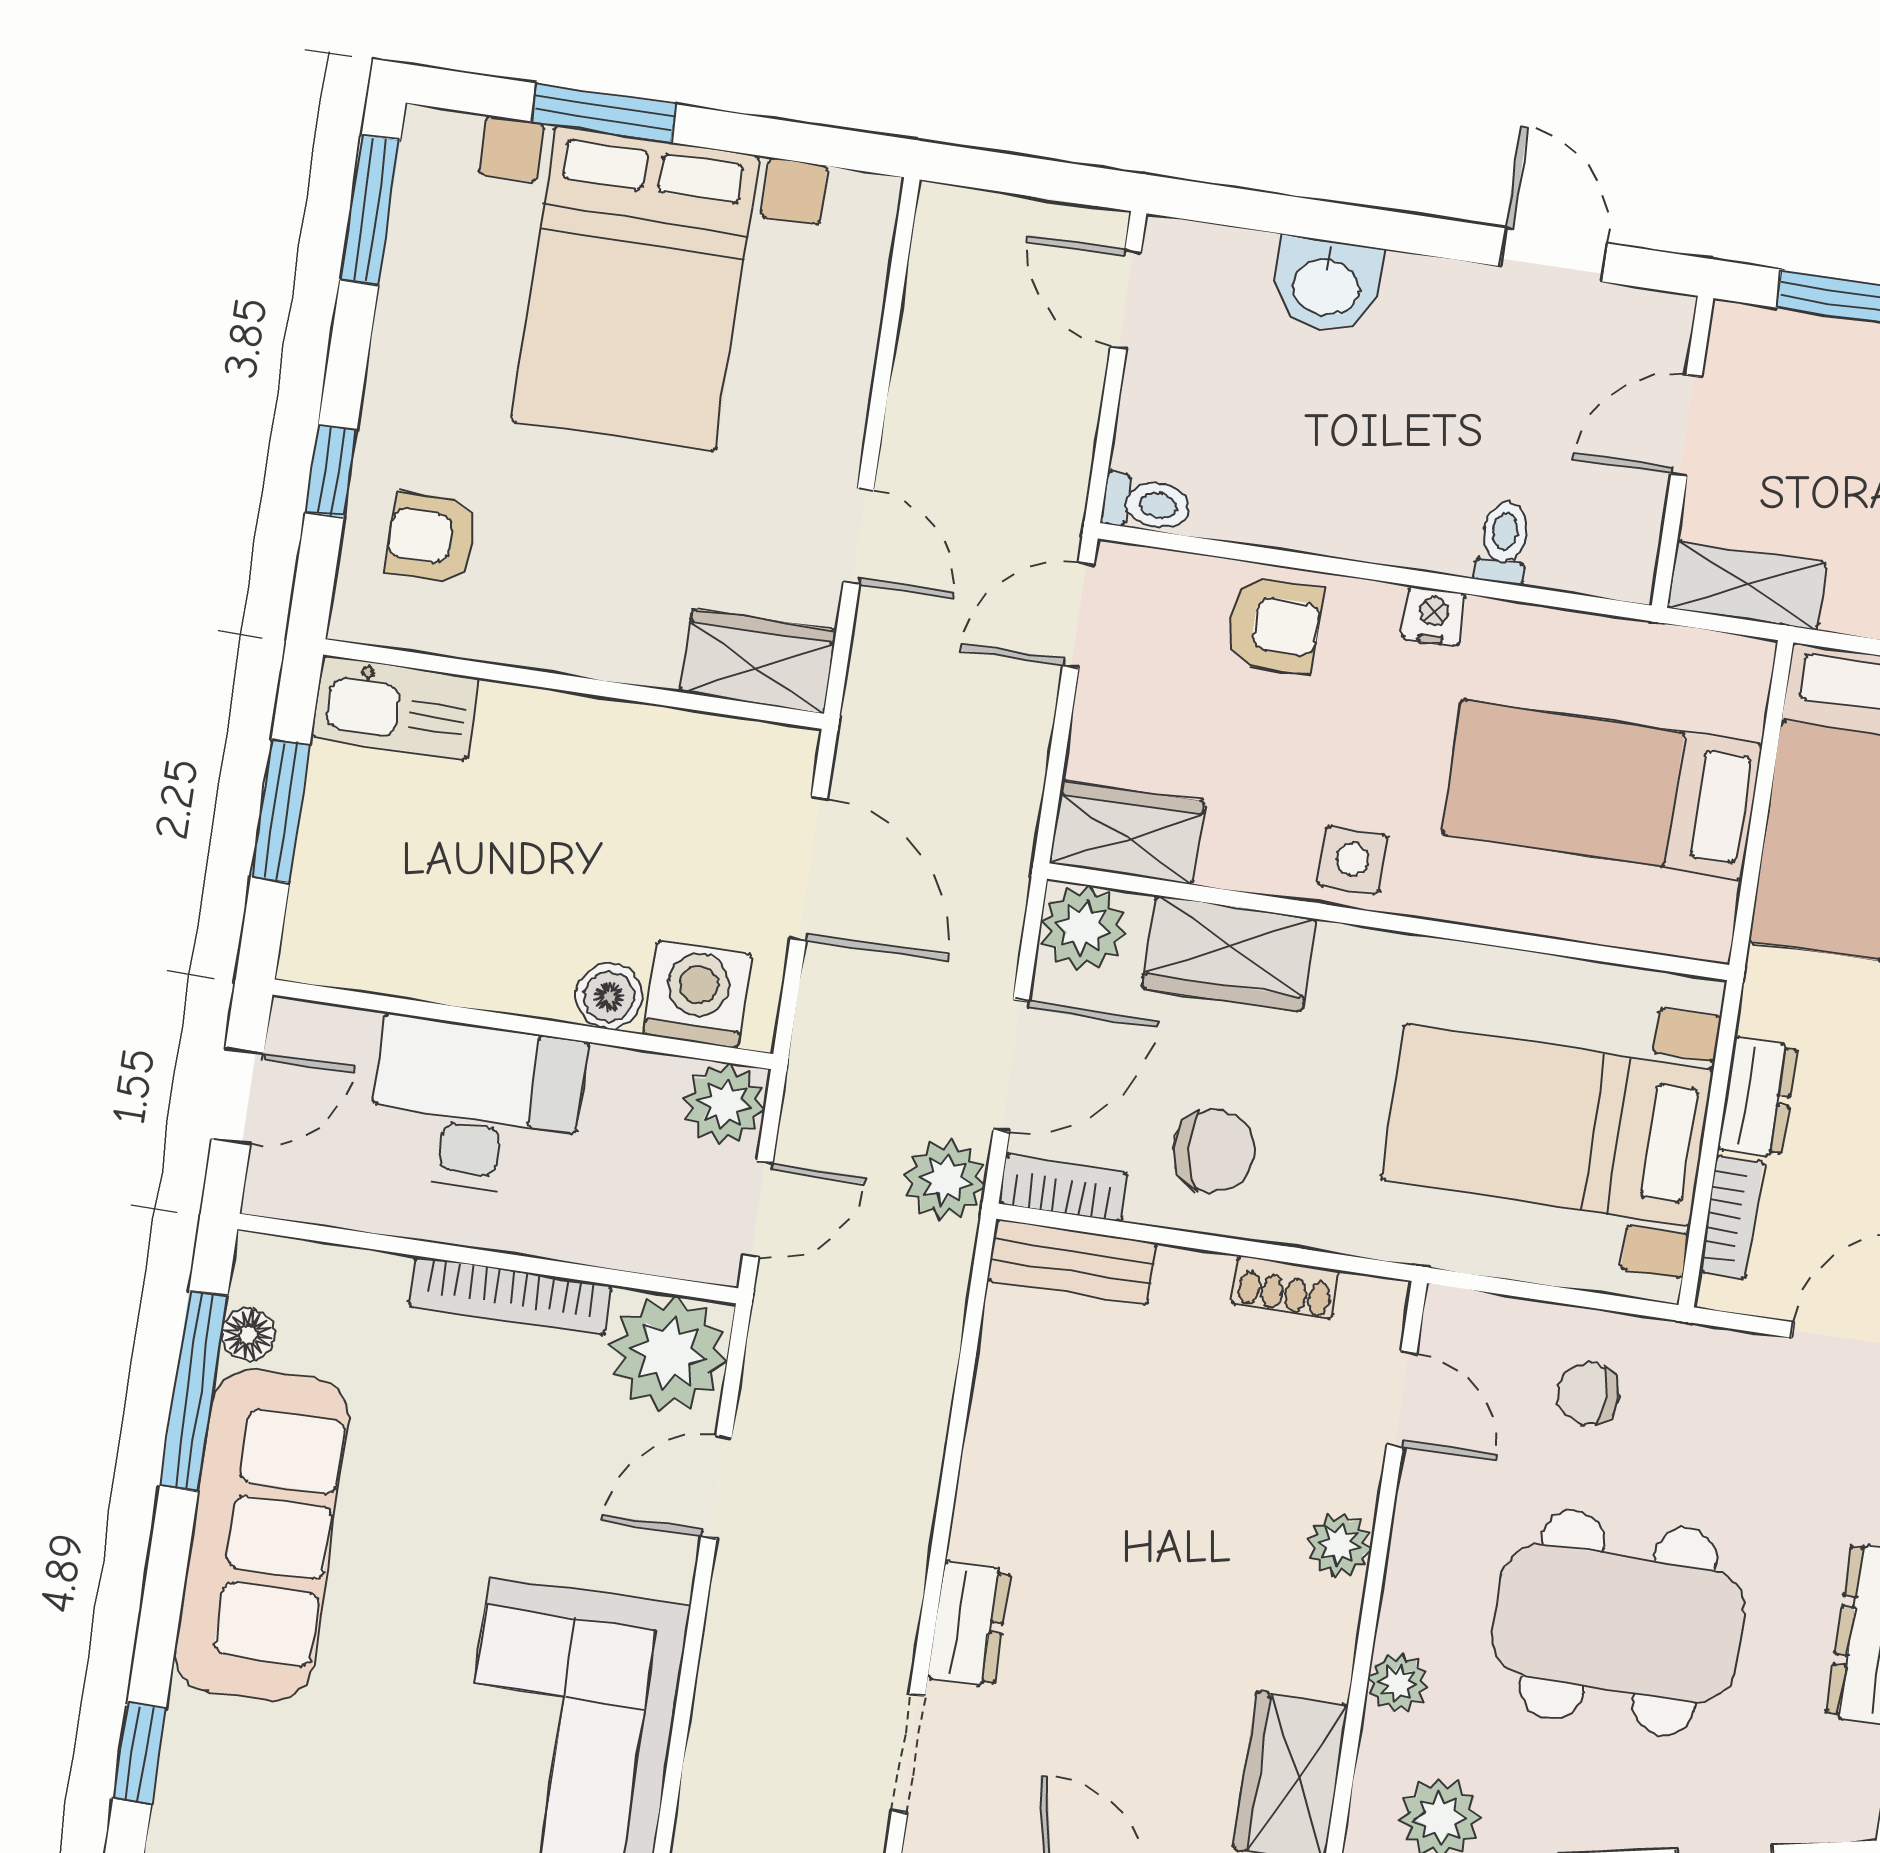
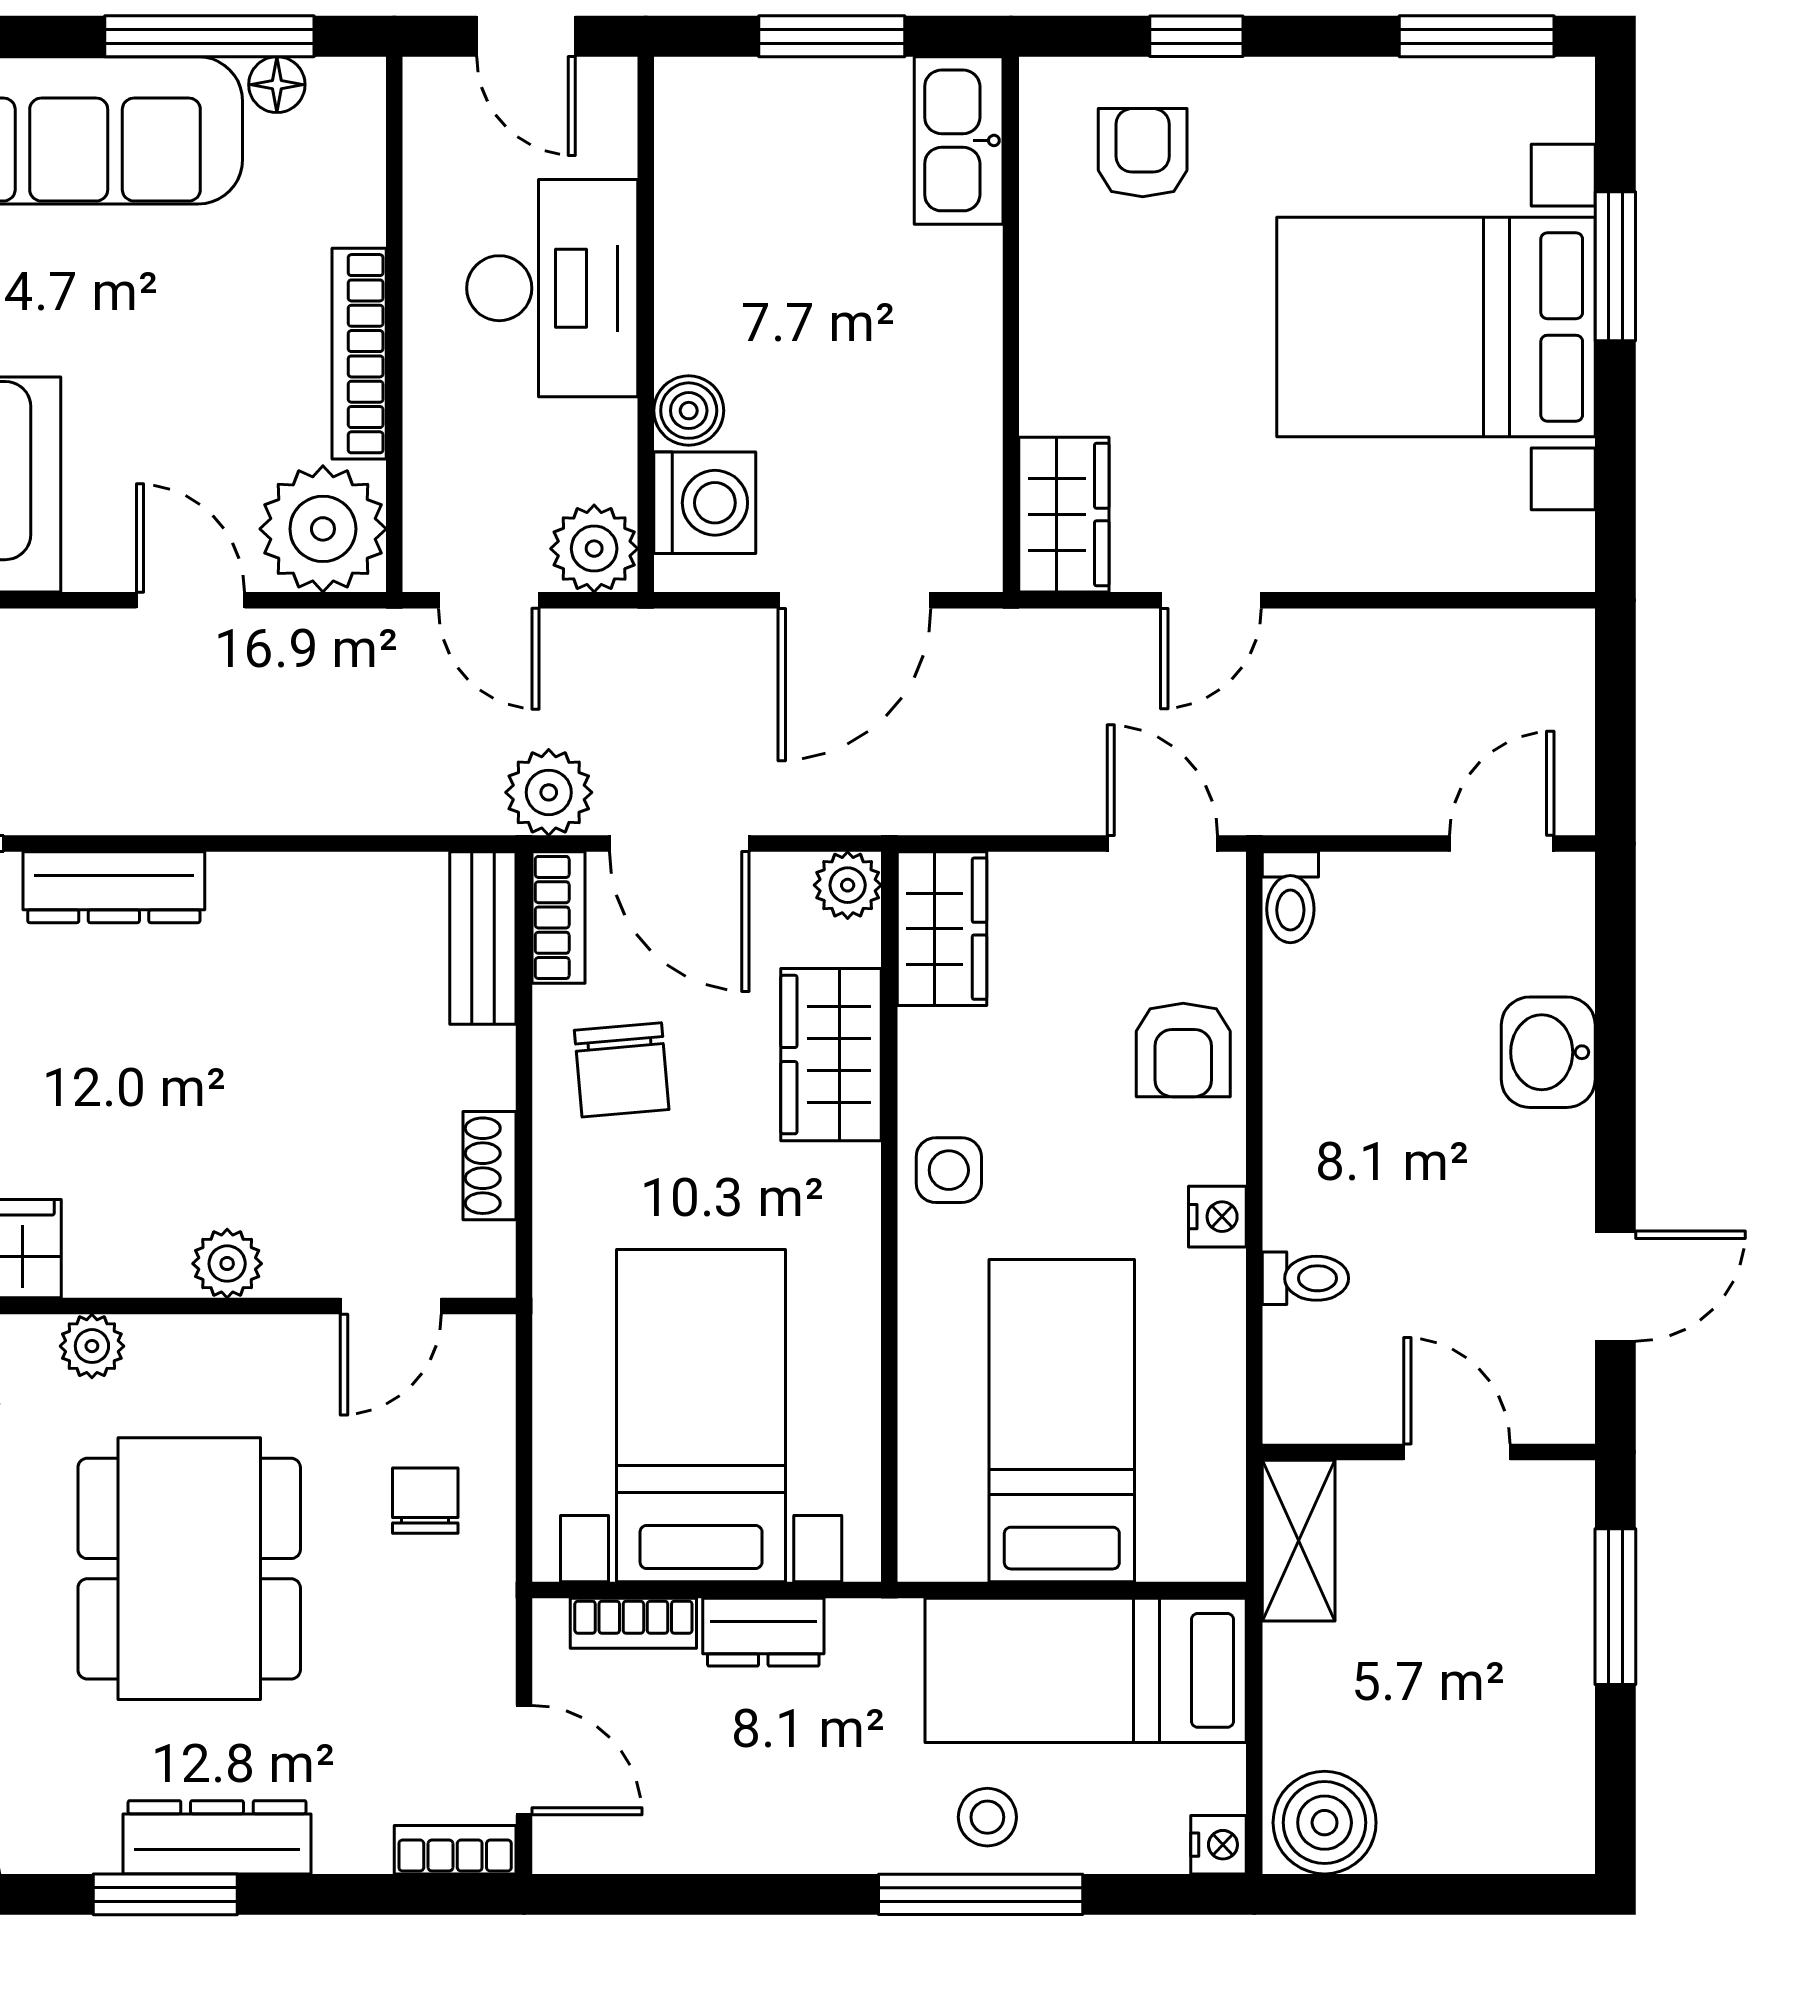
plant: (1083, 928) -> (848, 885), width x0.73, depth x0.73
dresser: (969, 1624) -> (114, 887), width x1.44

